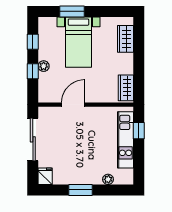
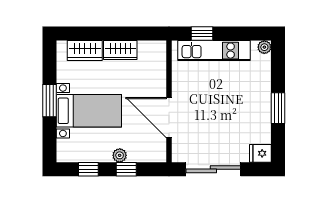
window: (72, 11) -> (50, 101), moved
wardrobe: (126, 88) -> (120, 50), moved
door: (73, 105) -> (169, 118), width x1.36
plant: (108, 179) -> (264, 47), moved

